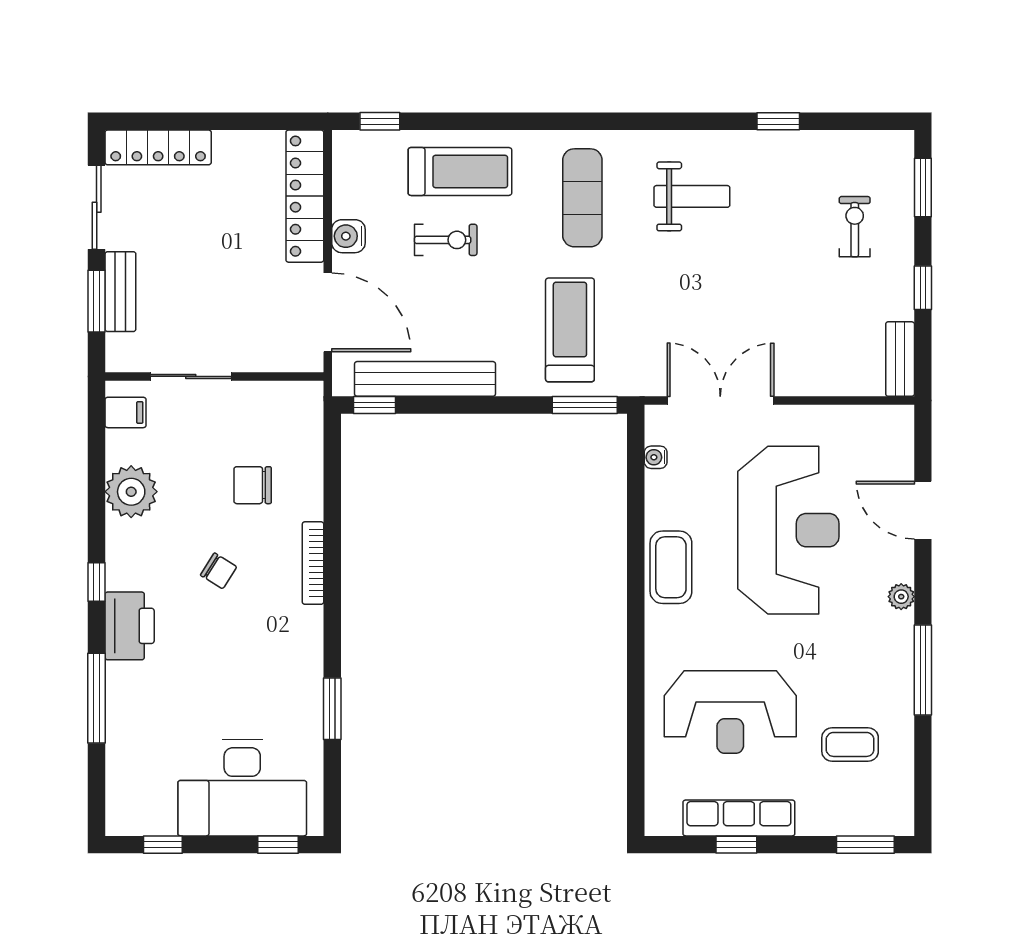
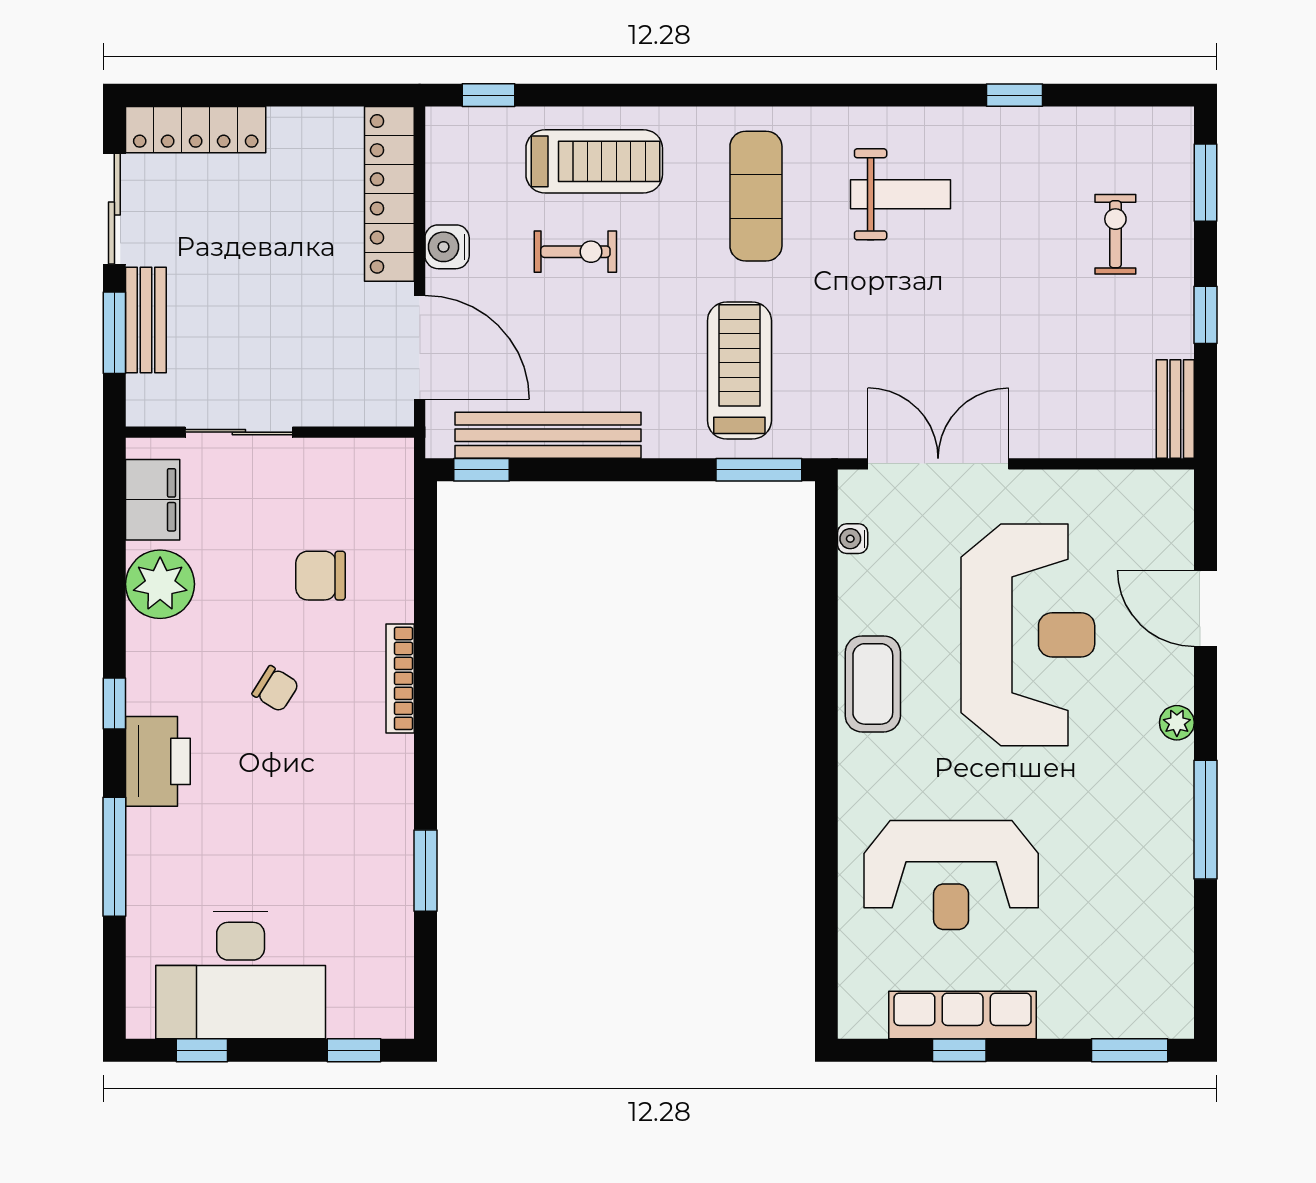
filing cabinet: (126, 412) -> (153, 500), width x2.00
coffee table: (850, 744) -> (1109, 918), removed
desk: (242, 788) -> (241, 975), moved

